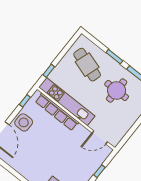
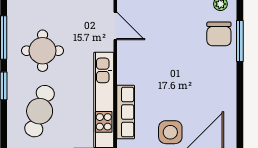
row of seats: (57, 112) -> (126, 112), width x0.73

